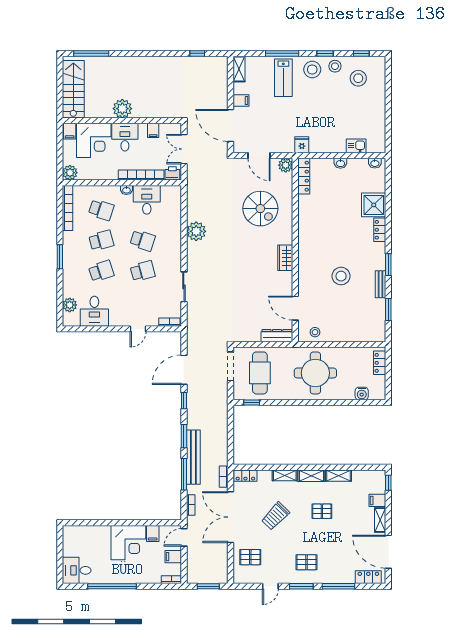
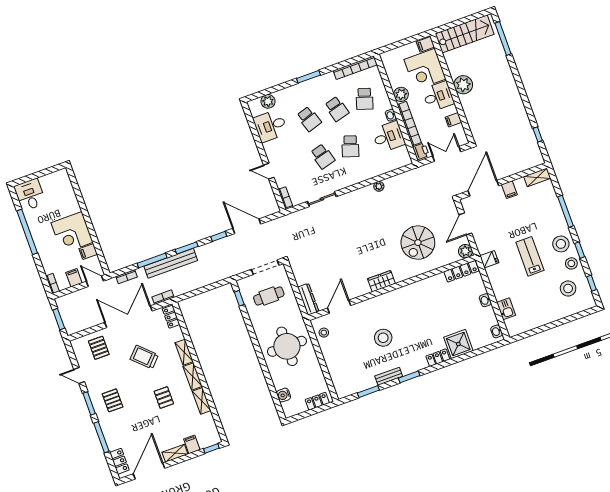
lab bench: (283, 78) -> (530, 256), moved, turned 90
plant: (70, 173) -> (401, 94), moved
plant: (196, 231) -> (379, 186), width x0.53, depth x0.53
cafe table: (260, 373) -> (269, 296), width x0.73, depth x0.74

